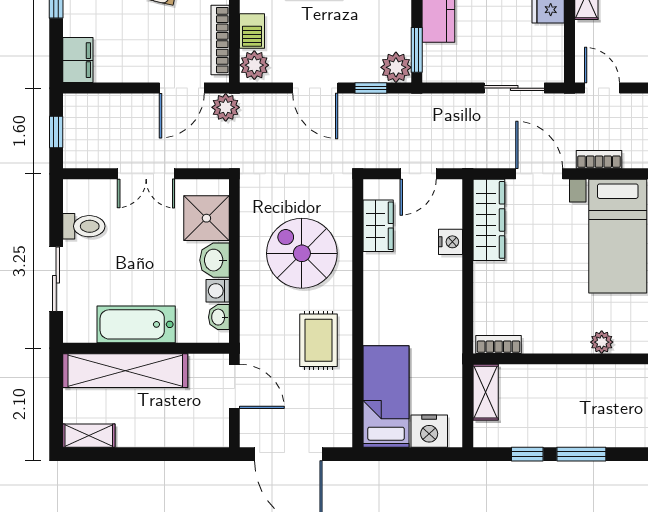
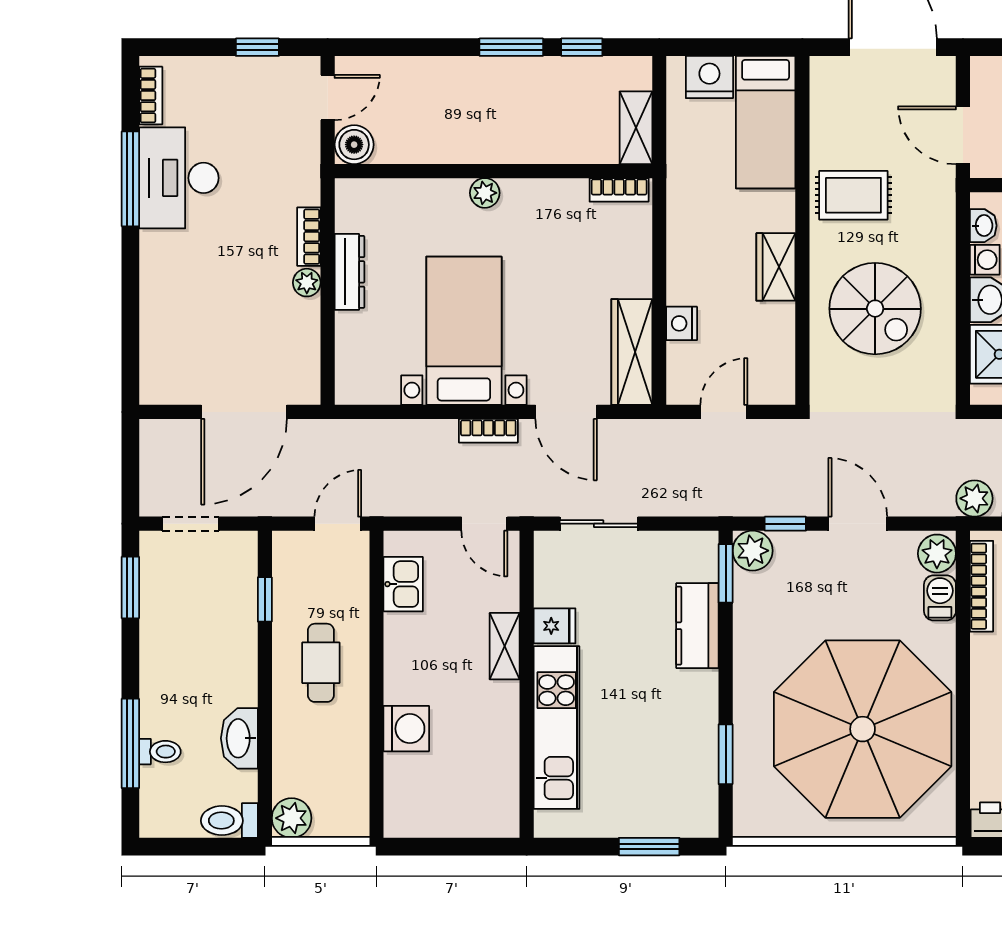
wardrobe: (378, 226) -> (776, 267), moved
rug: (319, 340) -> (853, 195), turned 90

